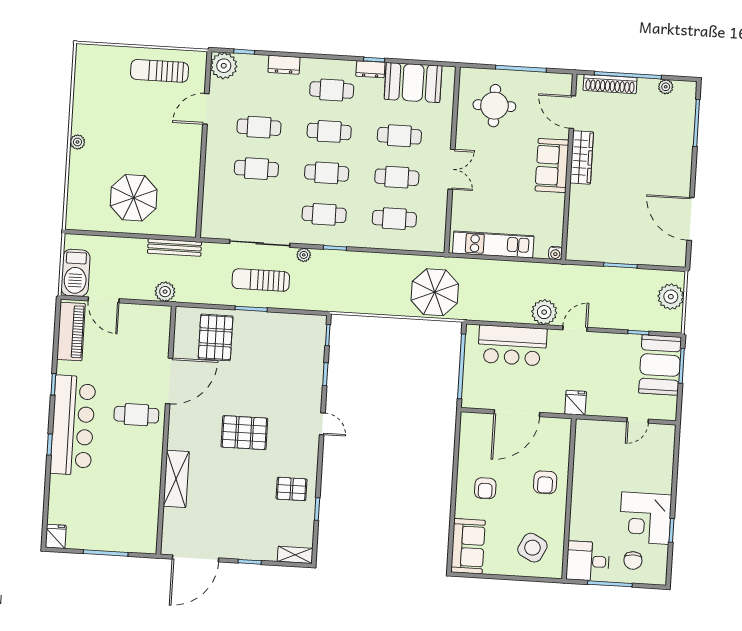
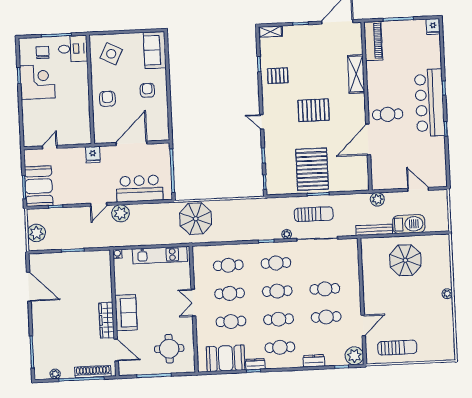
barbecue: (75, 273) -> (409, 224), moved, turned 90
piano: (71, 331) -> (373, 41), moved, turned 180
pallet: (216, 337) -> (312, 169), moved, width x1.37, depth x1.41

